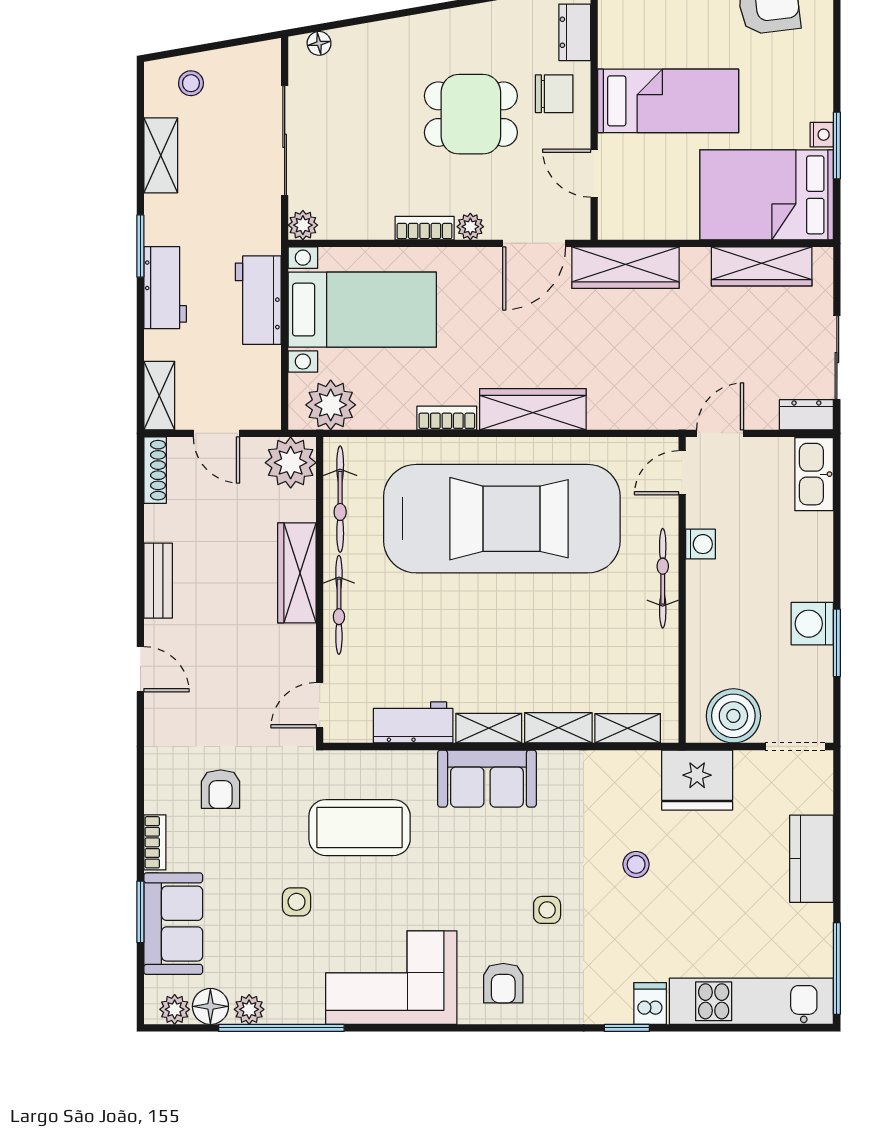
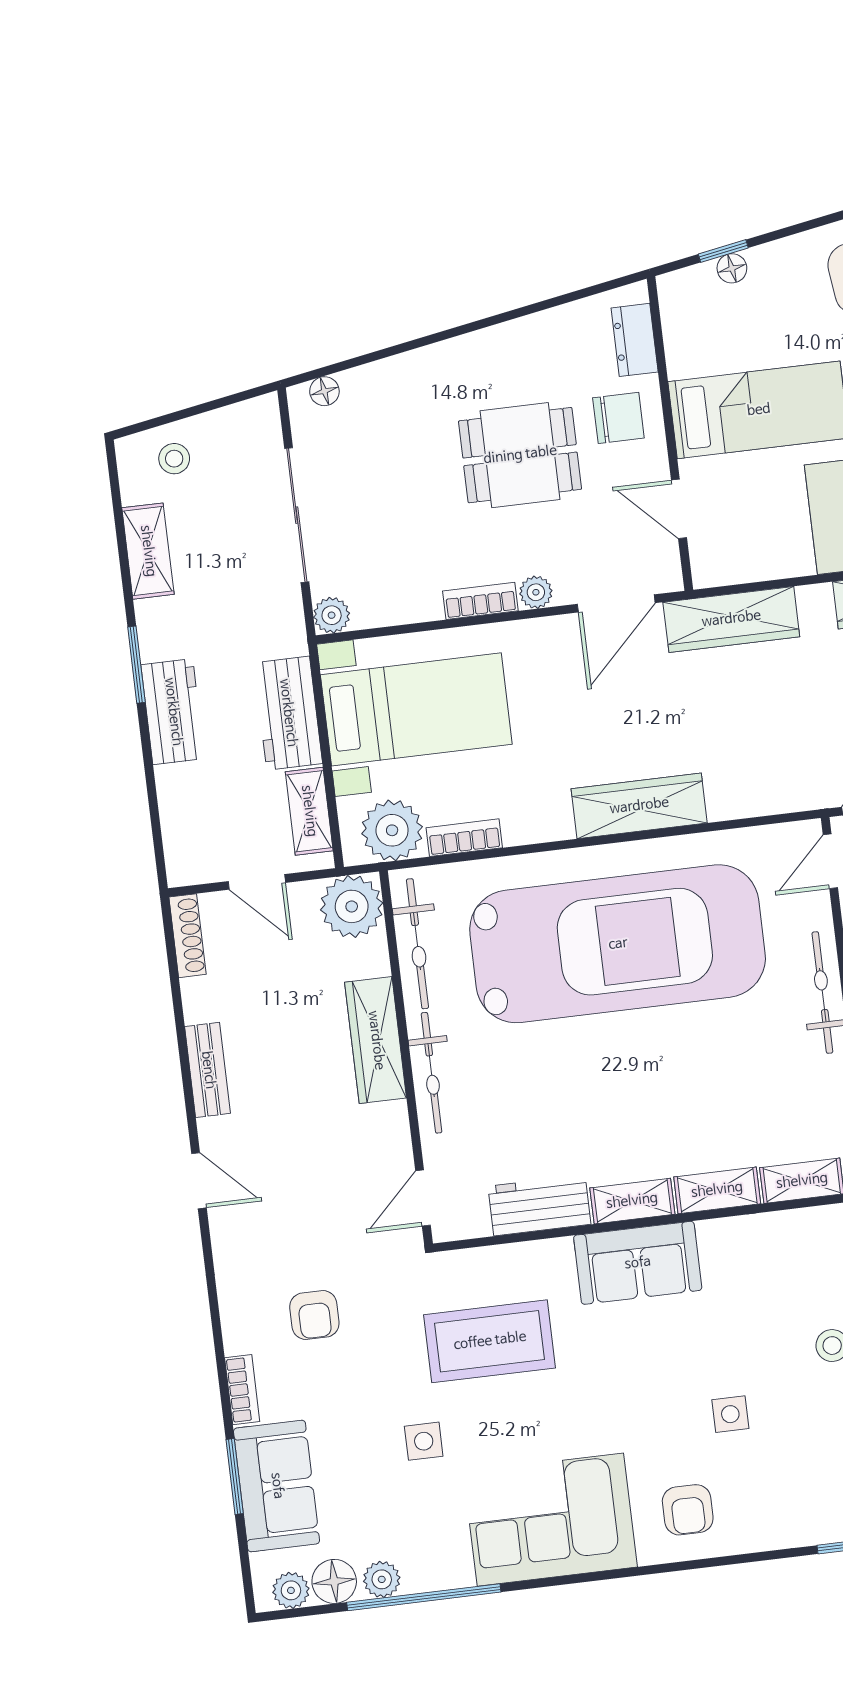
shelving: (159, 396) -> (309, 811), moved
bookcase: (447, 418) -> (464, 838), moved

